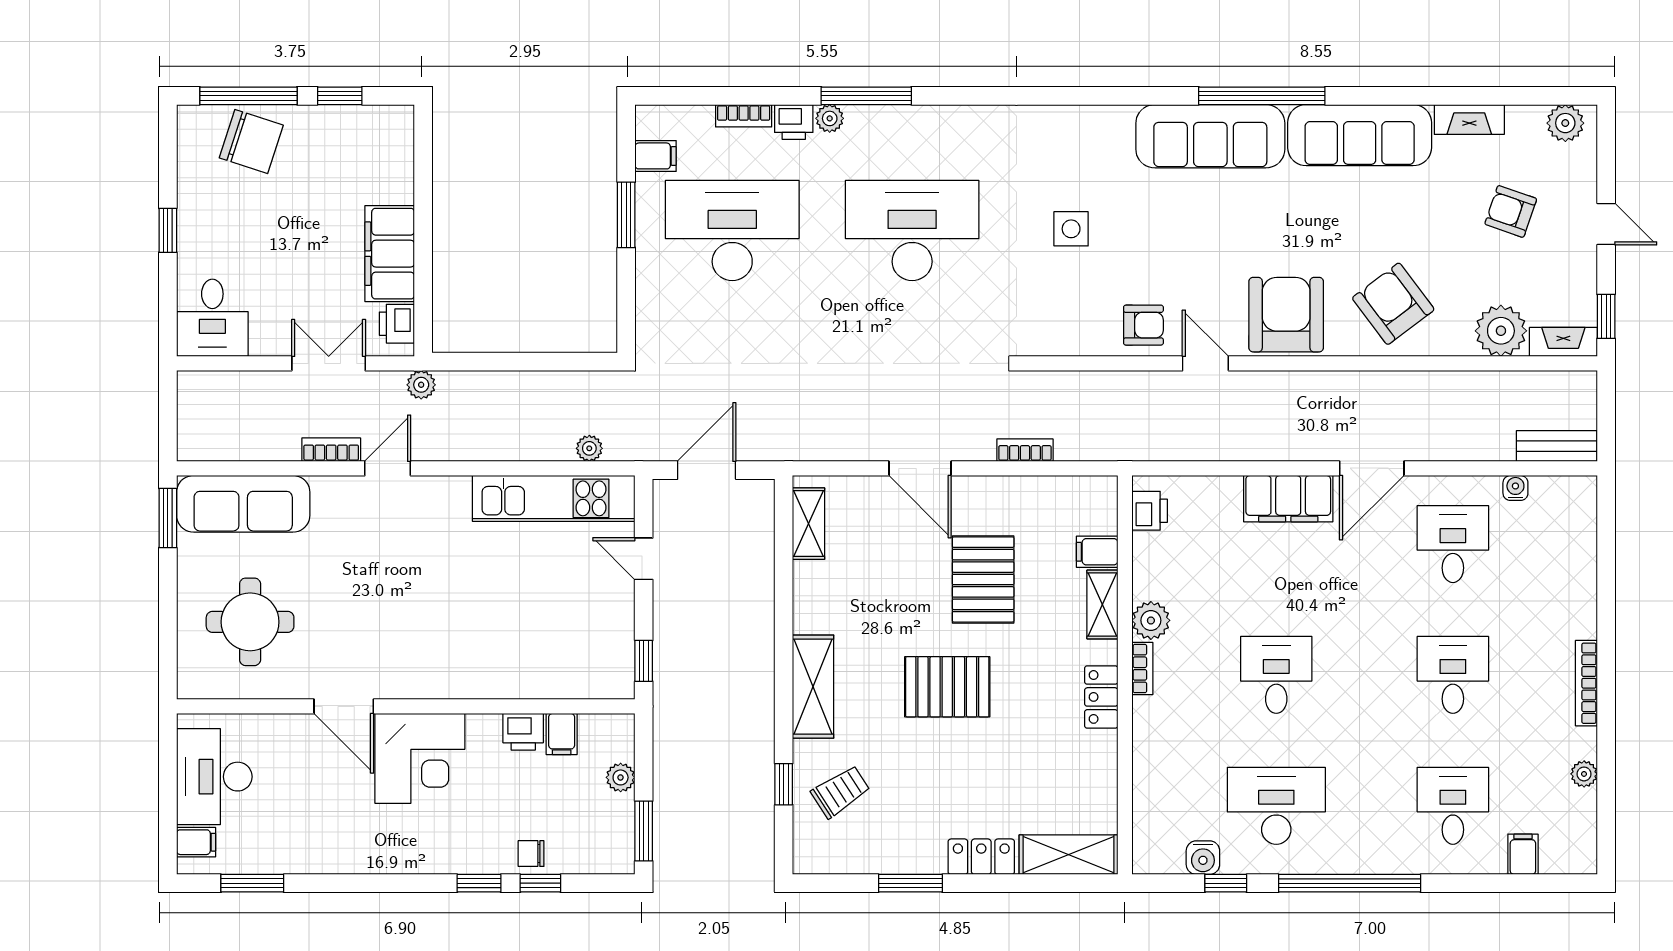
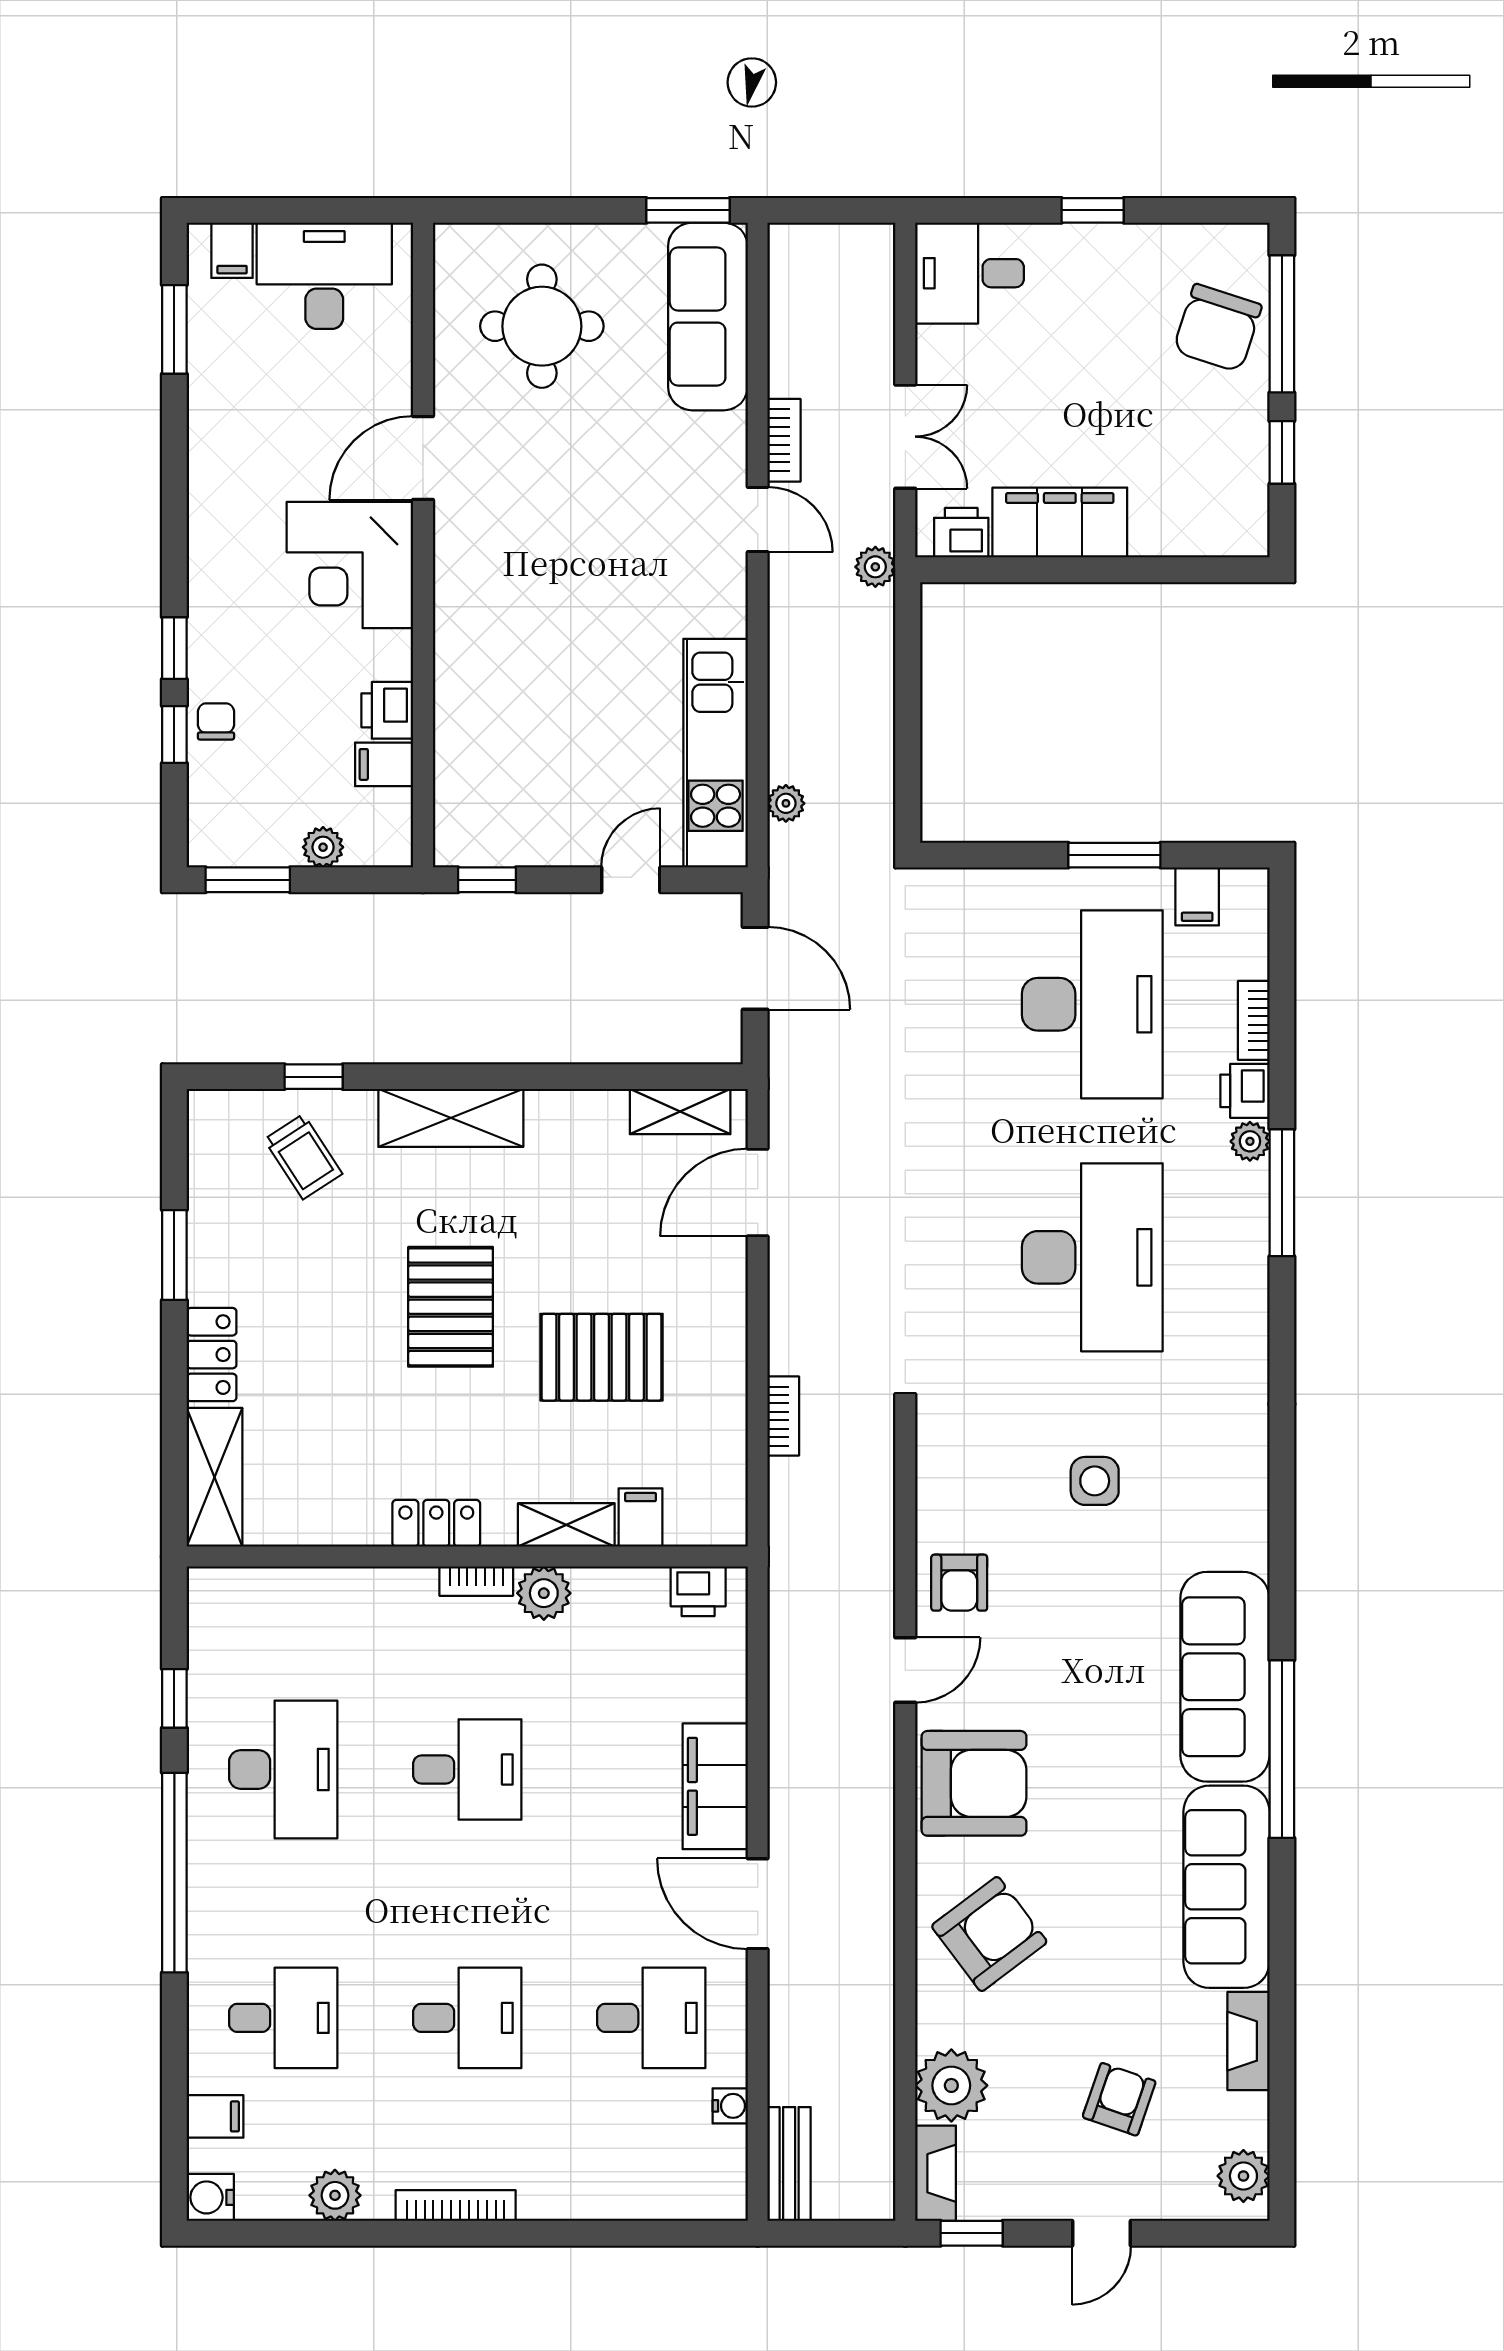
door: (920, 468) -> (758, 1192), moved
plant: (1584, 774) -> (335, 2195), width x1.38, depth x1.38
water cooler: (1203, 858) -> (210, 2197), moved

